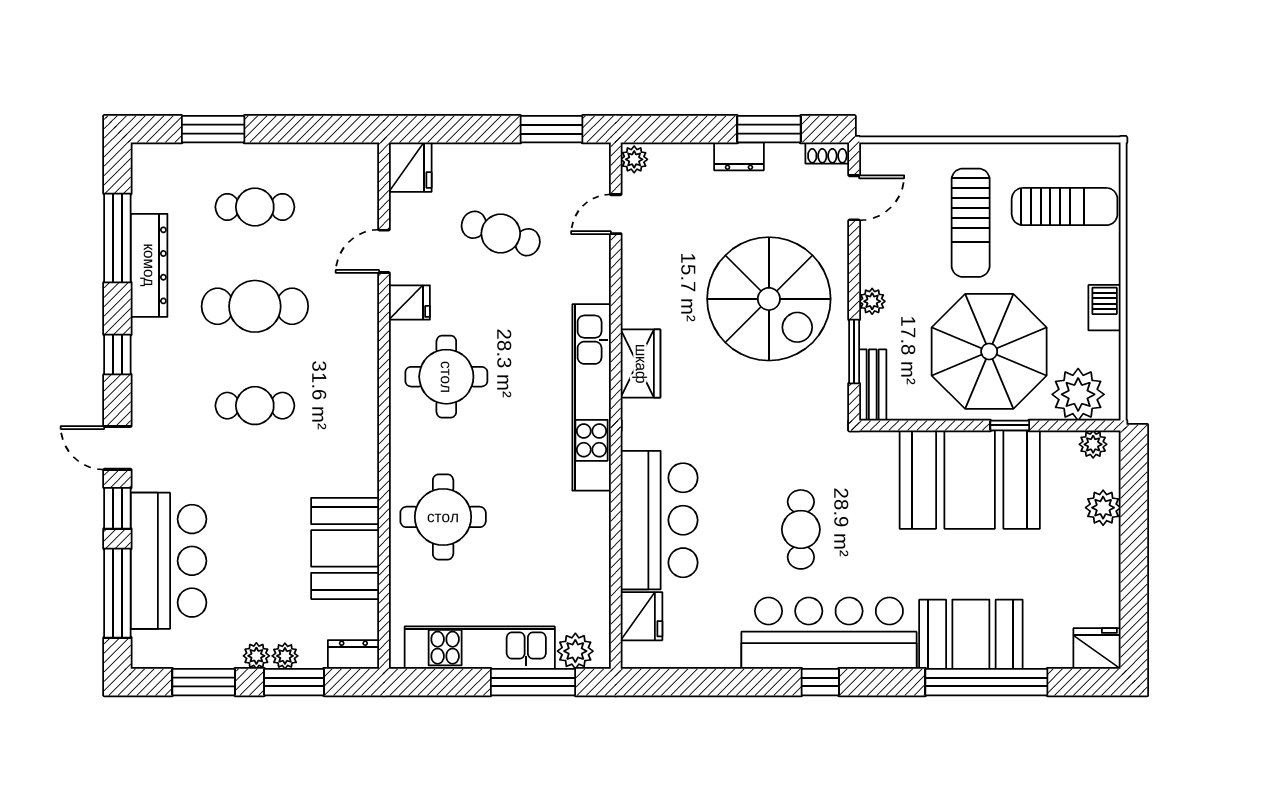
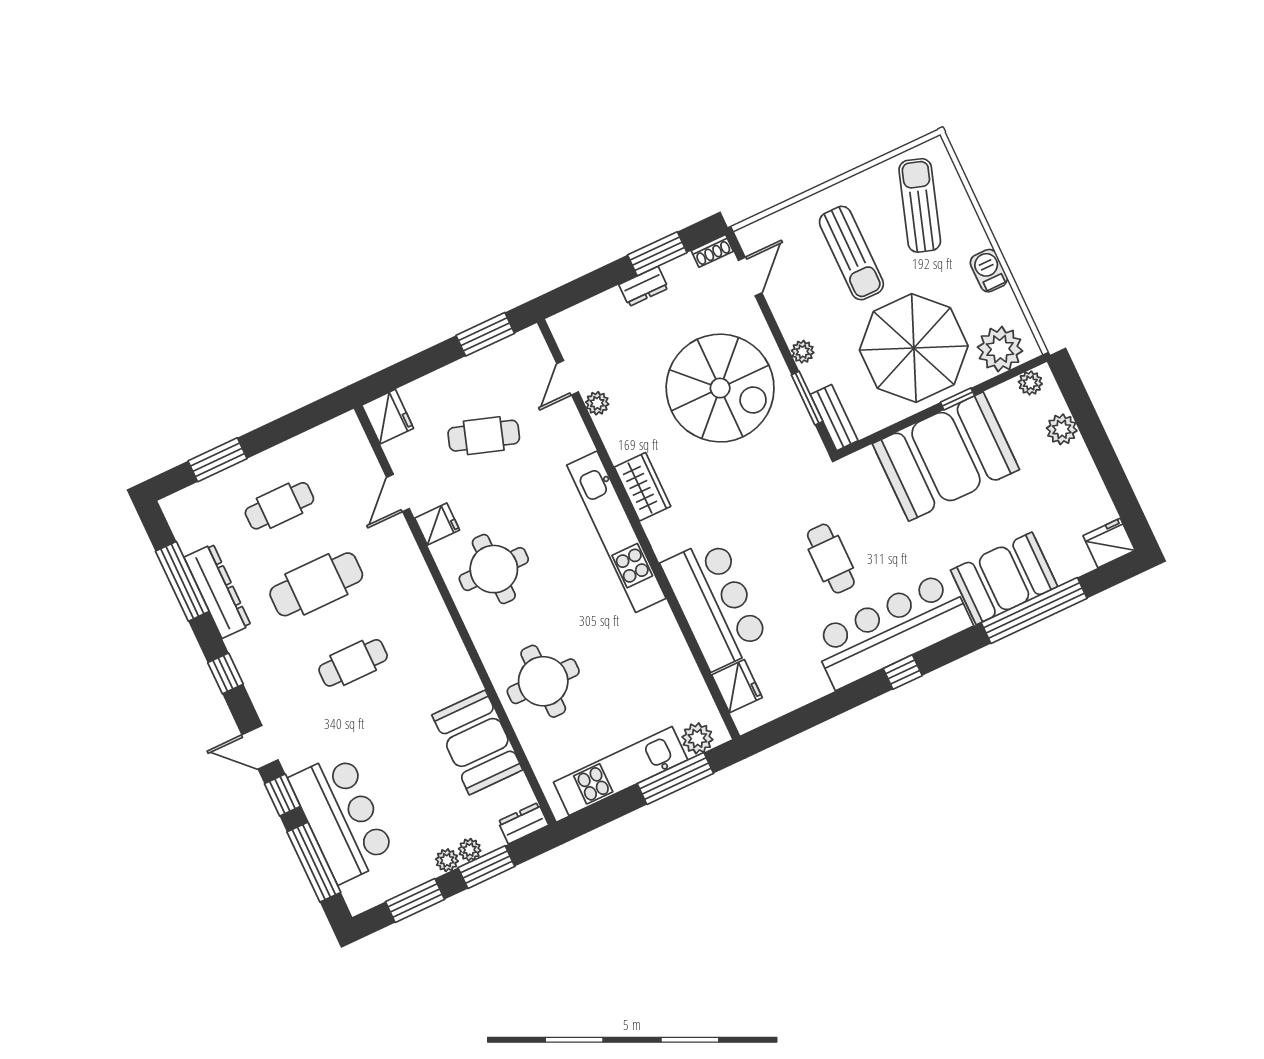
plant: (634, 159) -> (597, 403), moved
sun lounger: (1065, 207) -> (920, 205), turned -72

